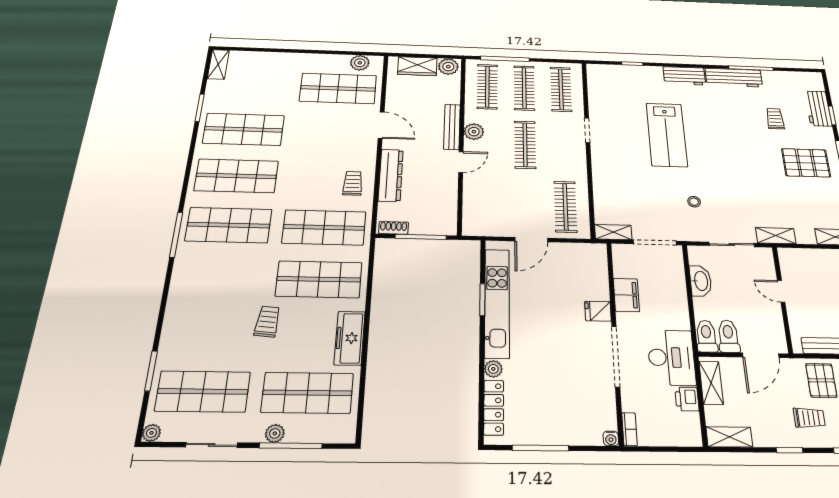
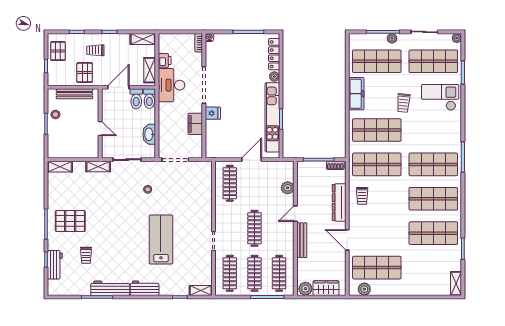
plant: (474, 132) -> (288, 188), moved
shelving: (613, 232) -> (201, 290), moved
checkout: (200, 329) -> (440, 97), added

